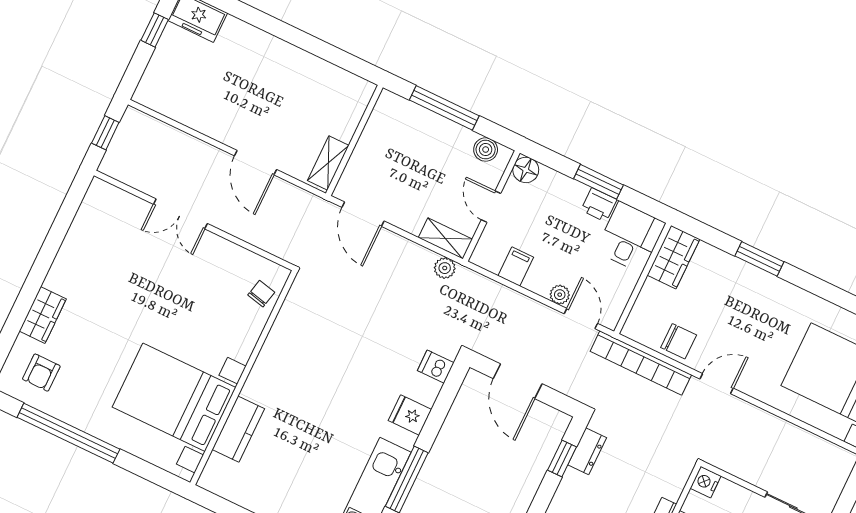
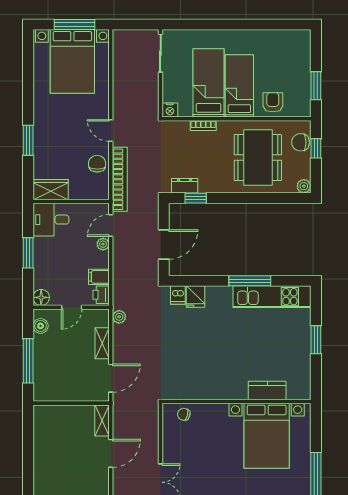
shelving: (328, 163) -> (102, 420), moved, turned 90
printer: (599, 205) -> (101, 295), moved, turned 180
shelving: (445, 238) -> (102, 343), moved
fridge: (410, 415) -> (196, 297), moved

